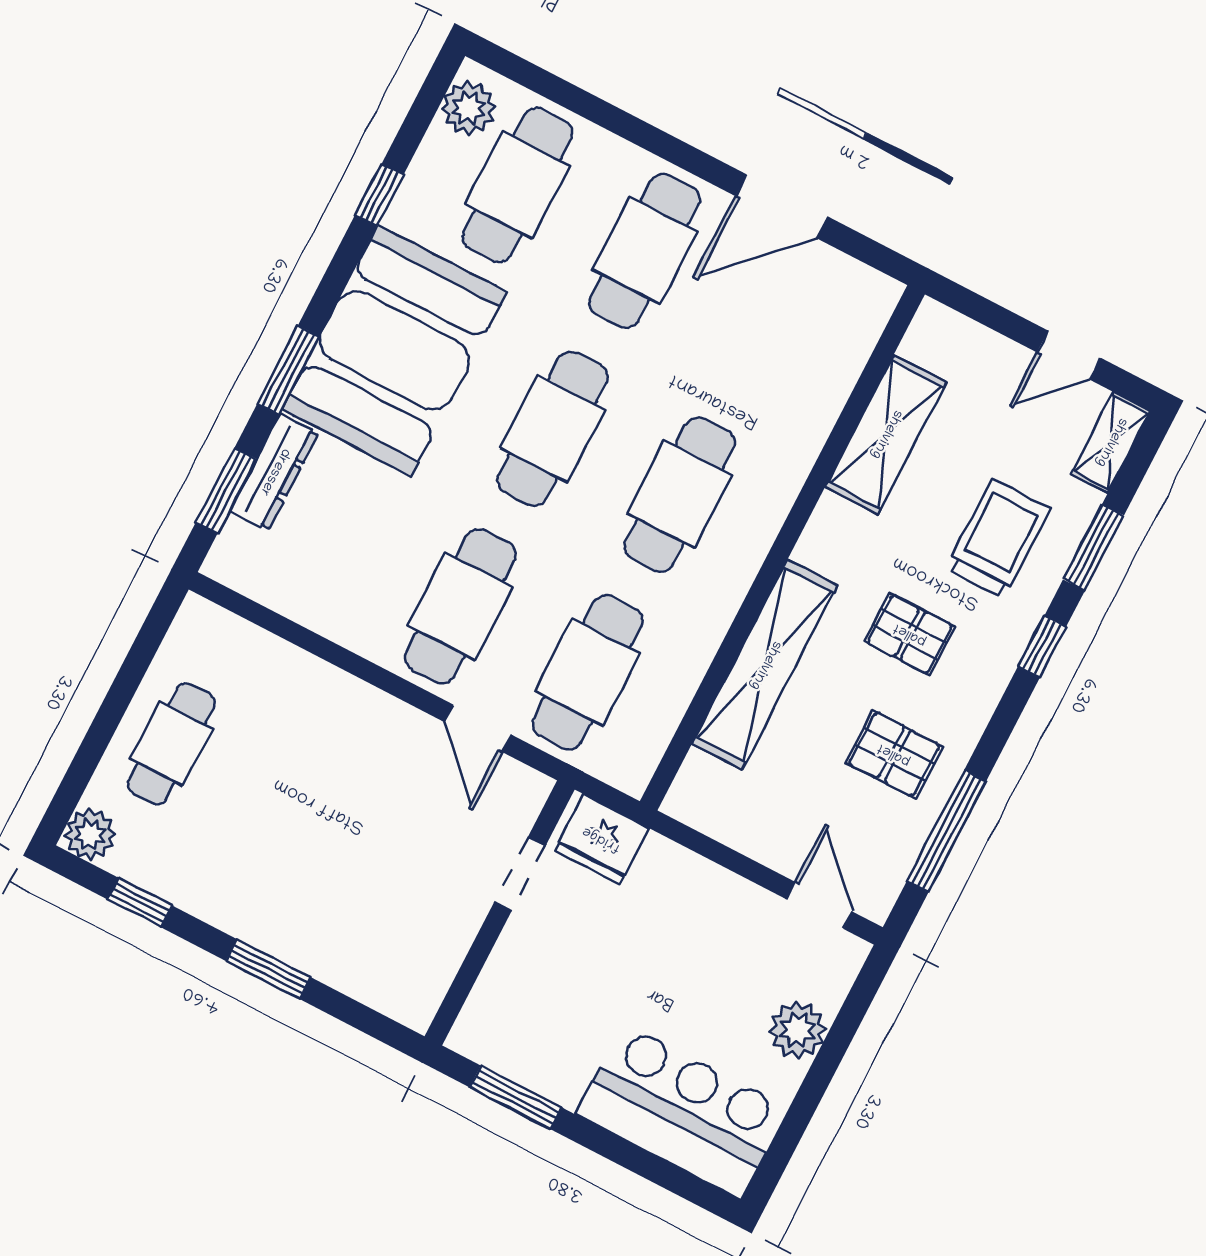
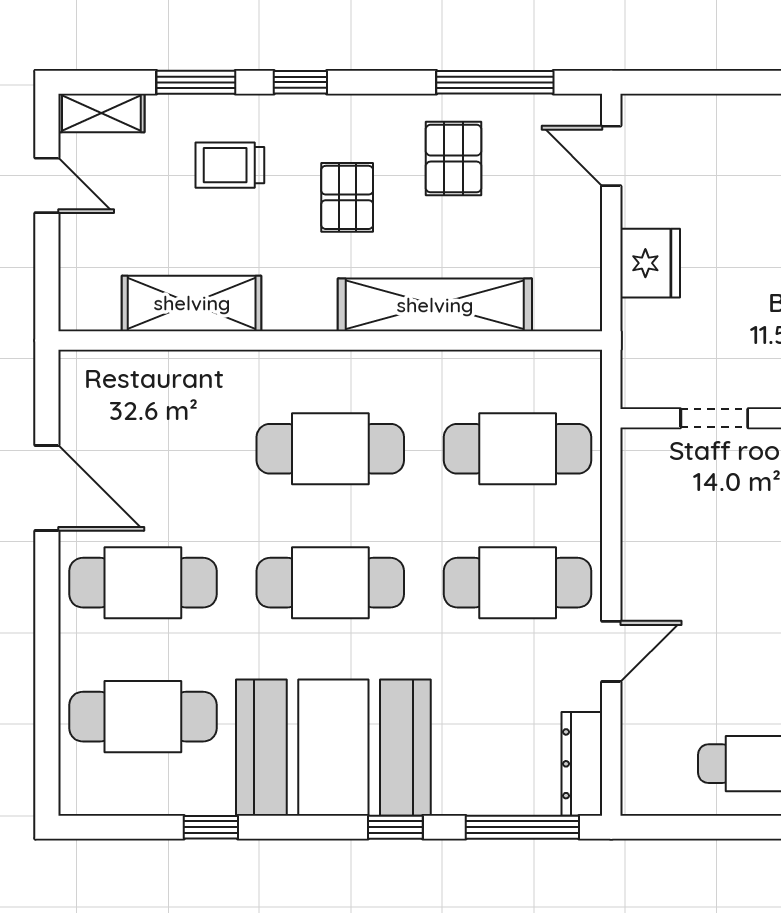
plant: (469, 108) -> (100, 791), removed
window: (288, 370) -> (395, 827), width x0.67
dresser: (274, 472) -> (582, 764), moved, turned -90
window: (226, 491) -> (522, 827), width x1.44
trolley: (998, 539) -> (230, 165), width x0.73, depth x0.72
door: (478, 728) -> (611, 651), moved
fridge: (602, 839) -> (650, 263), moved
door: (819, 905) -> (611, 156), hinge flipped
plant: (797, 1030) -> (724, 120), removed

